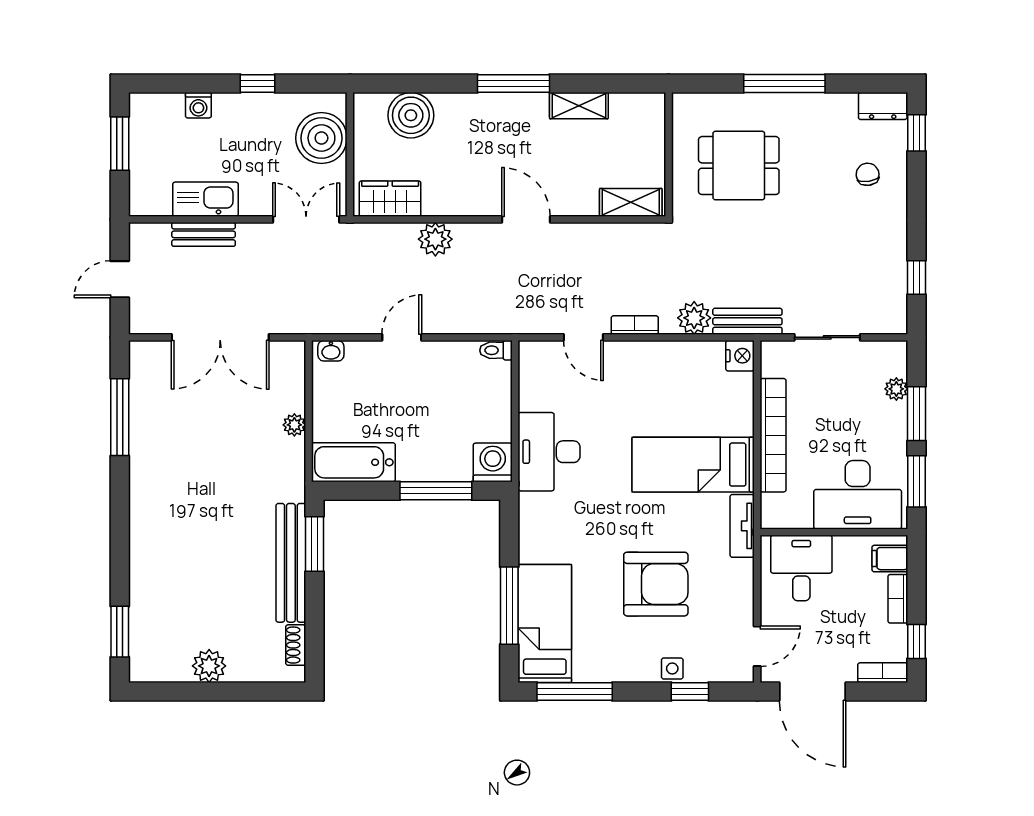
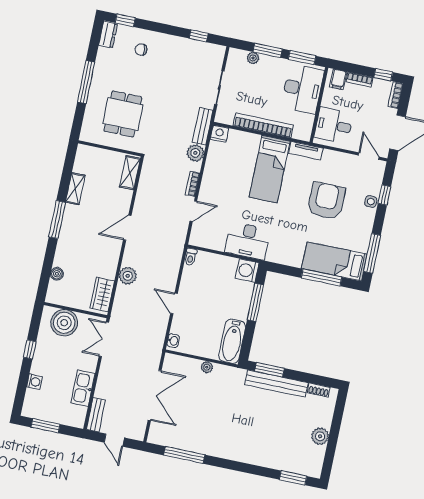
boiler: (411, 115) -> (57, 274), width x0.54, depth x0.54
bench: (204, 234) -> (96, 415), moved

